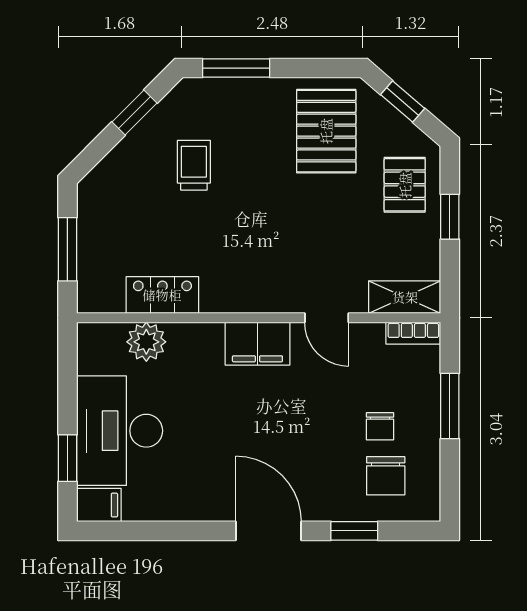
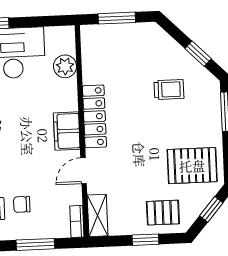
locker: (162, 295) -> (94, 116), moved, width x1.53

